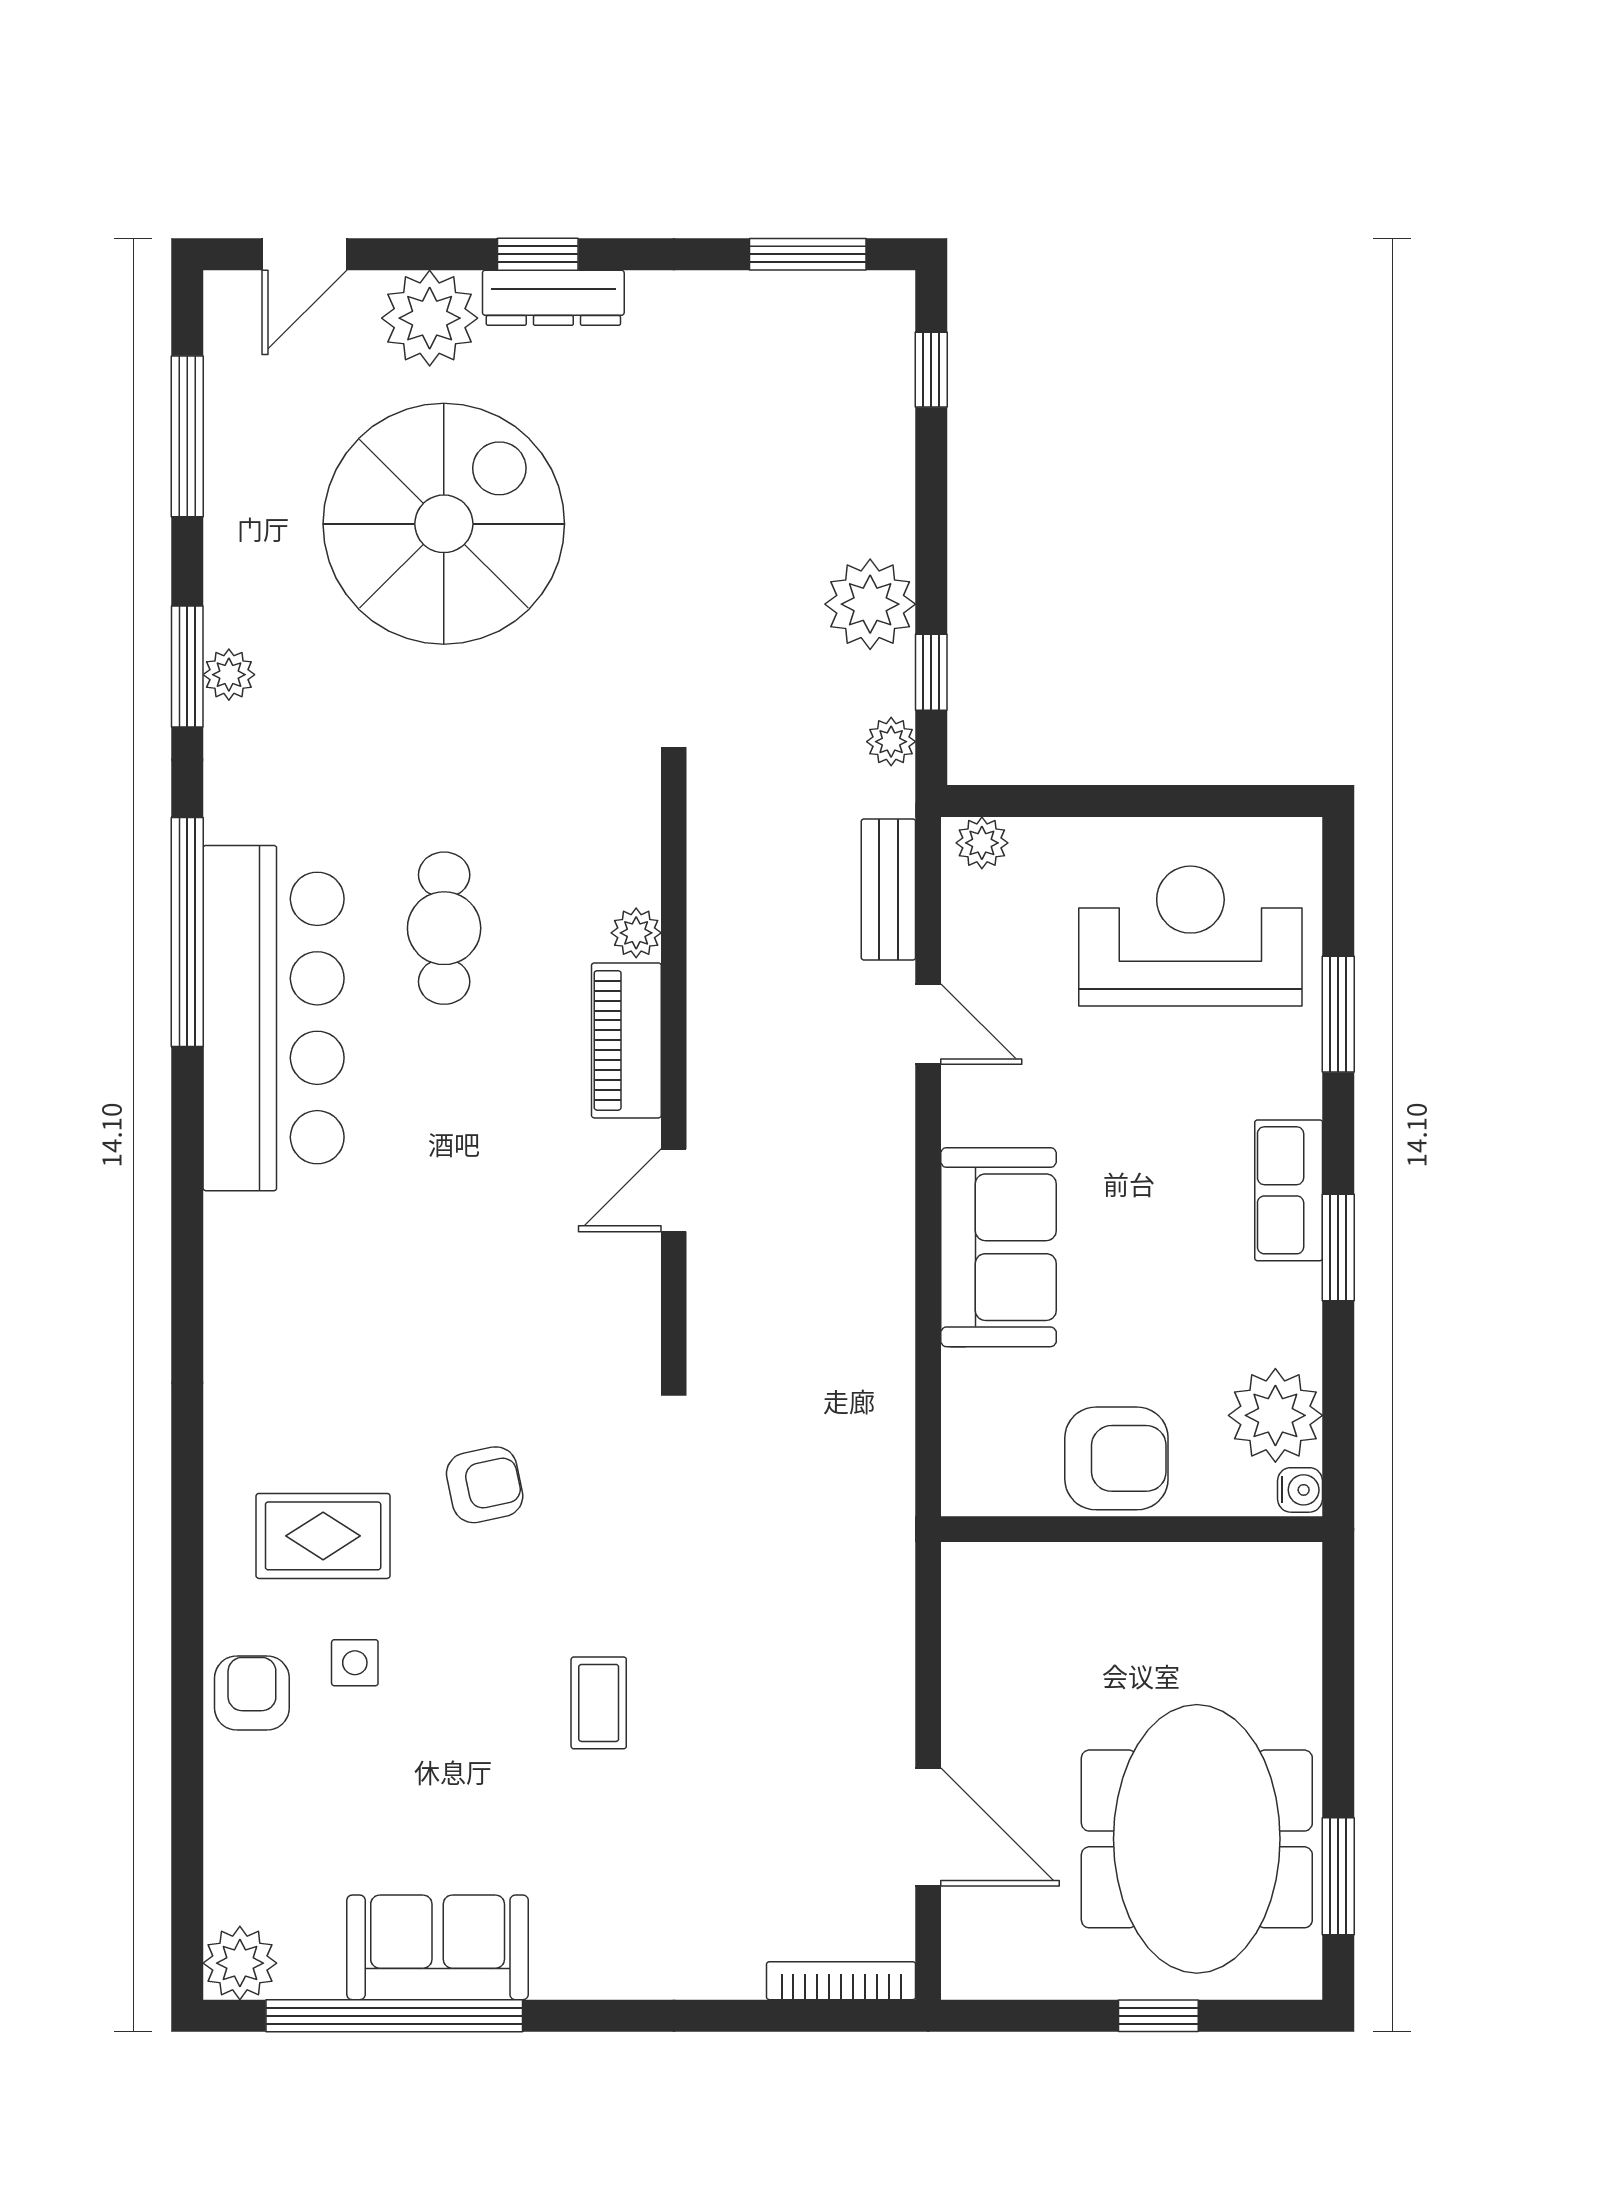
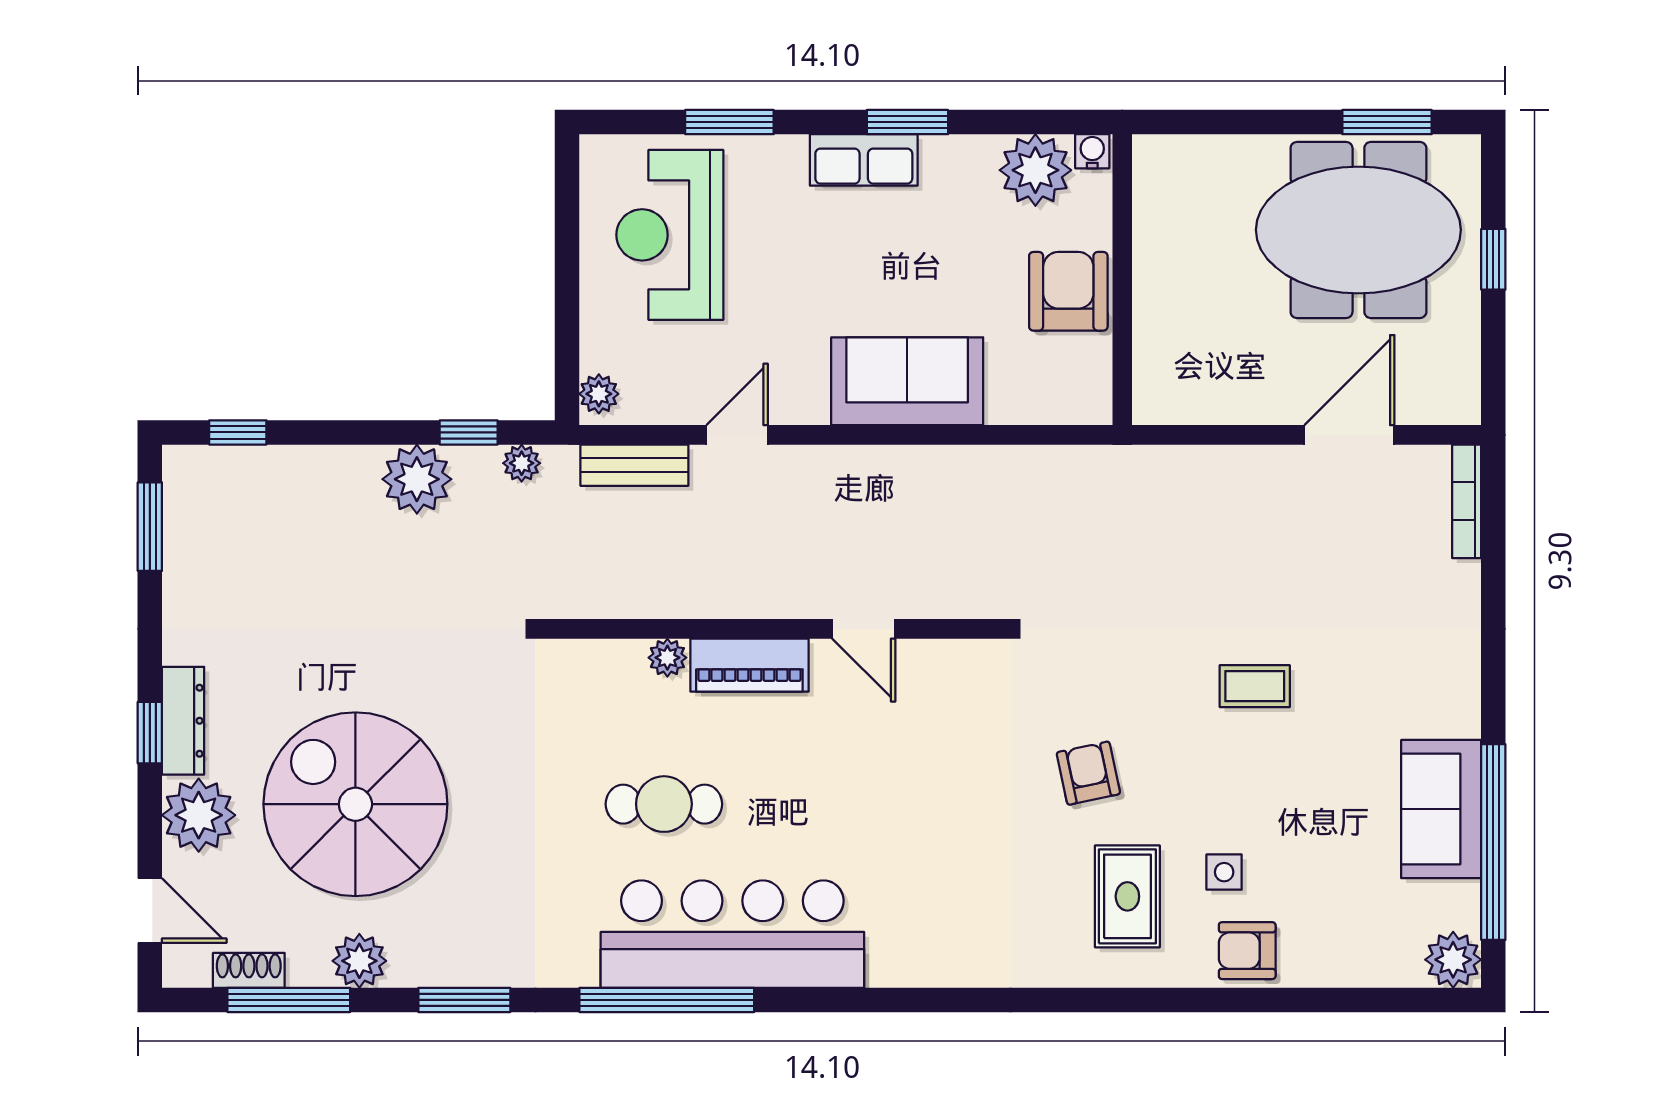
shoe rack: (226, 384) -> (249, 970), added
plant: (229, 675) -> (359, 961), moved, width x1.38, depth x1.38

